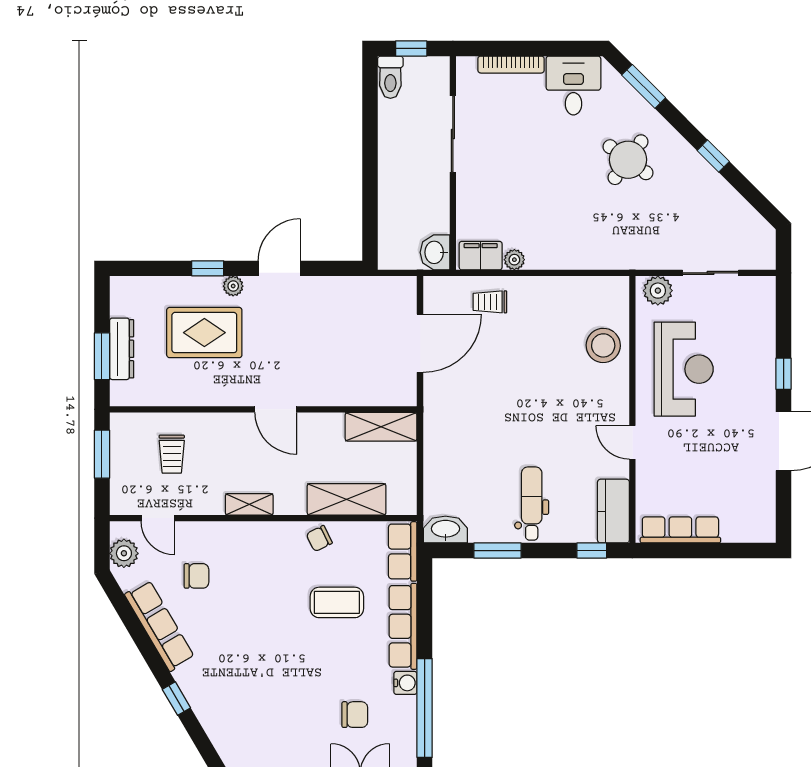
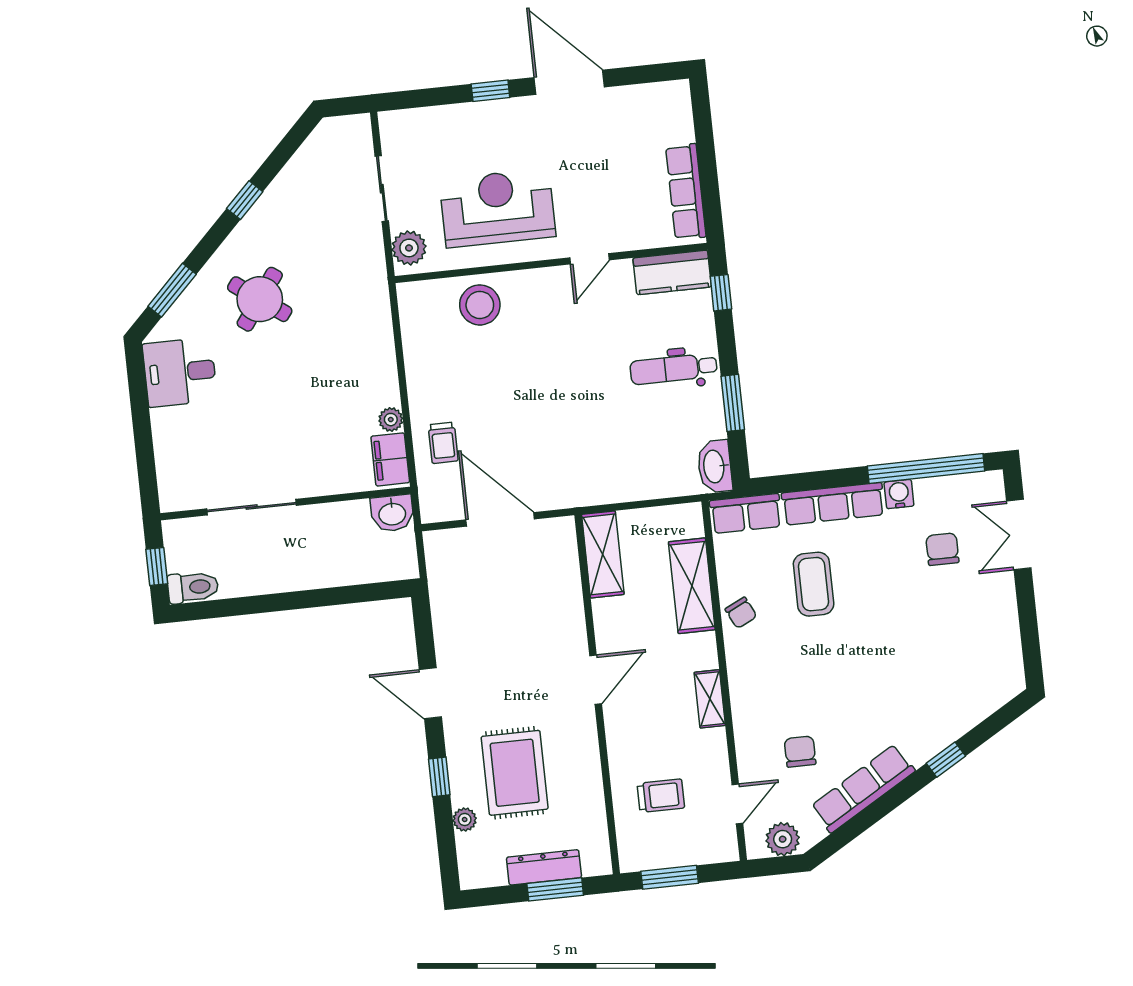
bookcase: (511, 65) -> (163, 448), removed
plant: (233, 286) -> (465, 819), moved

